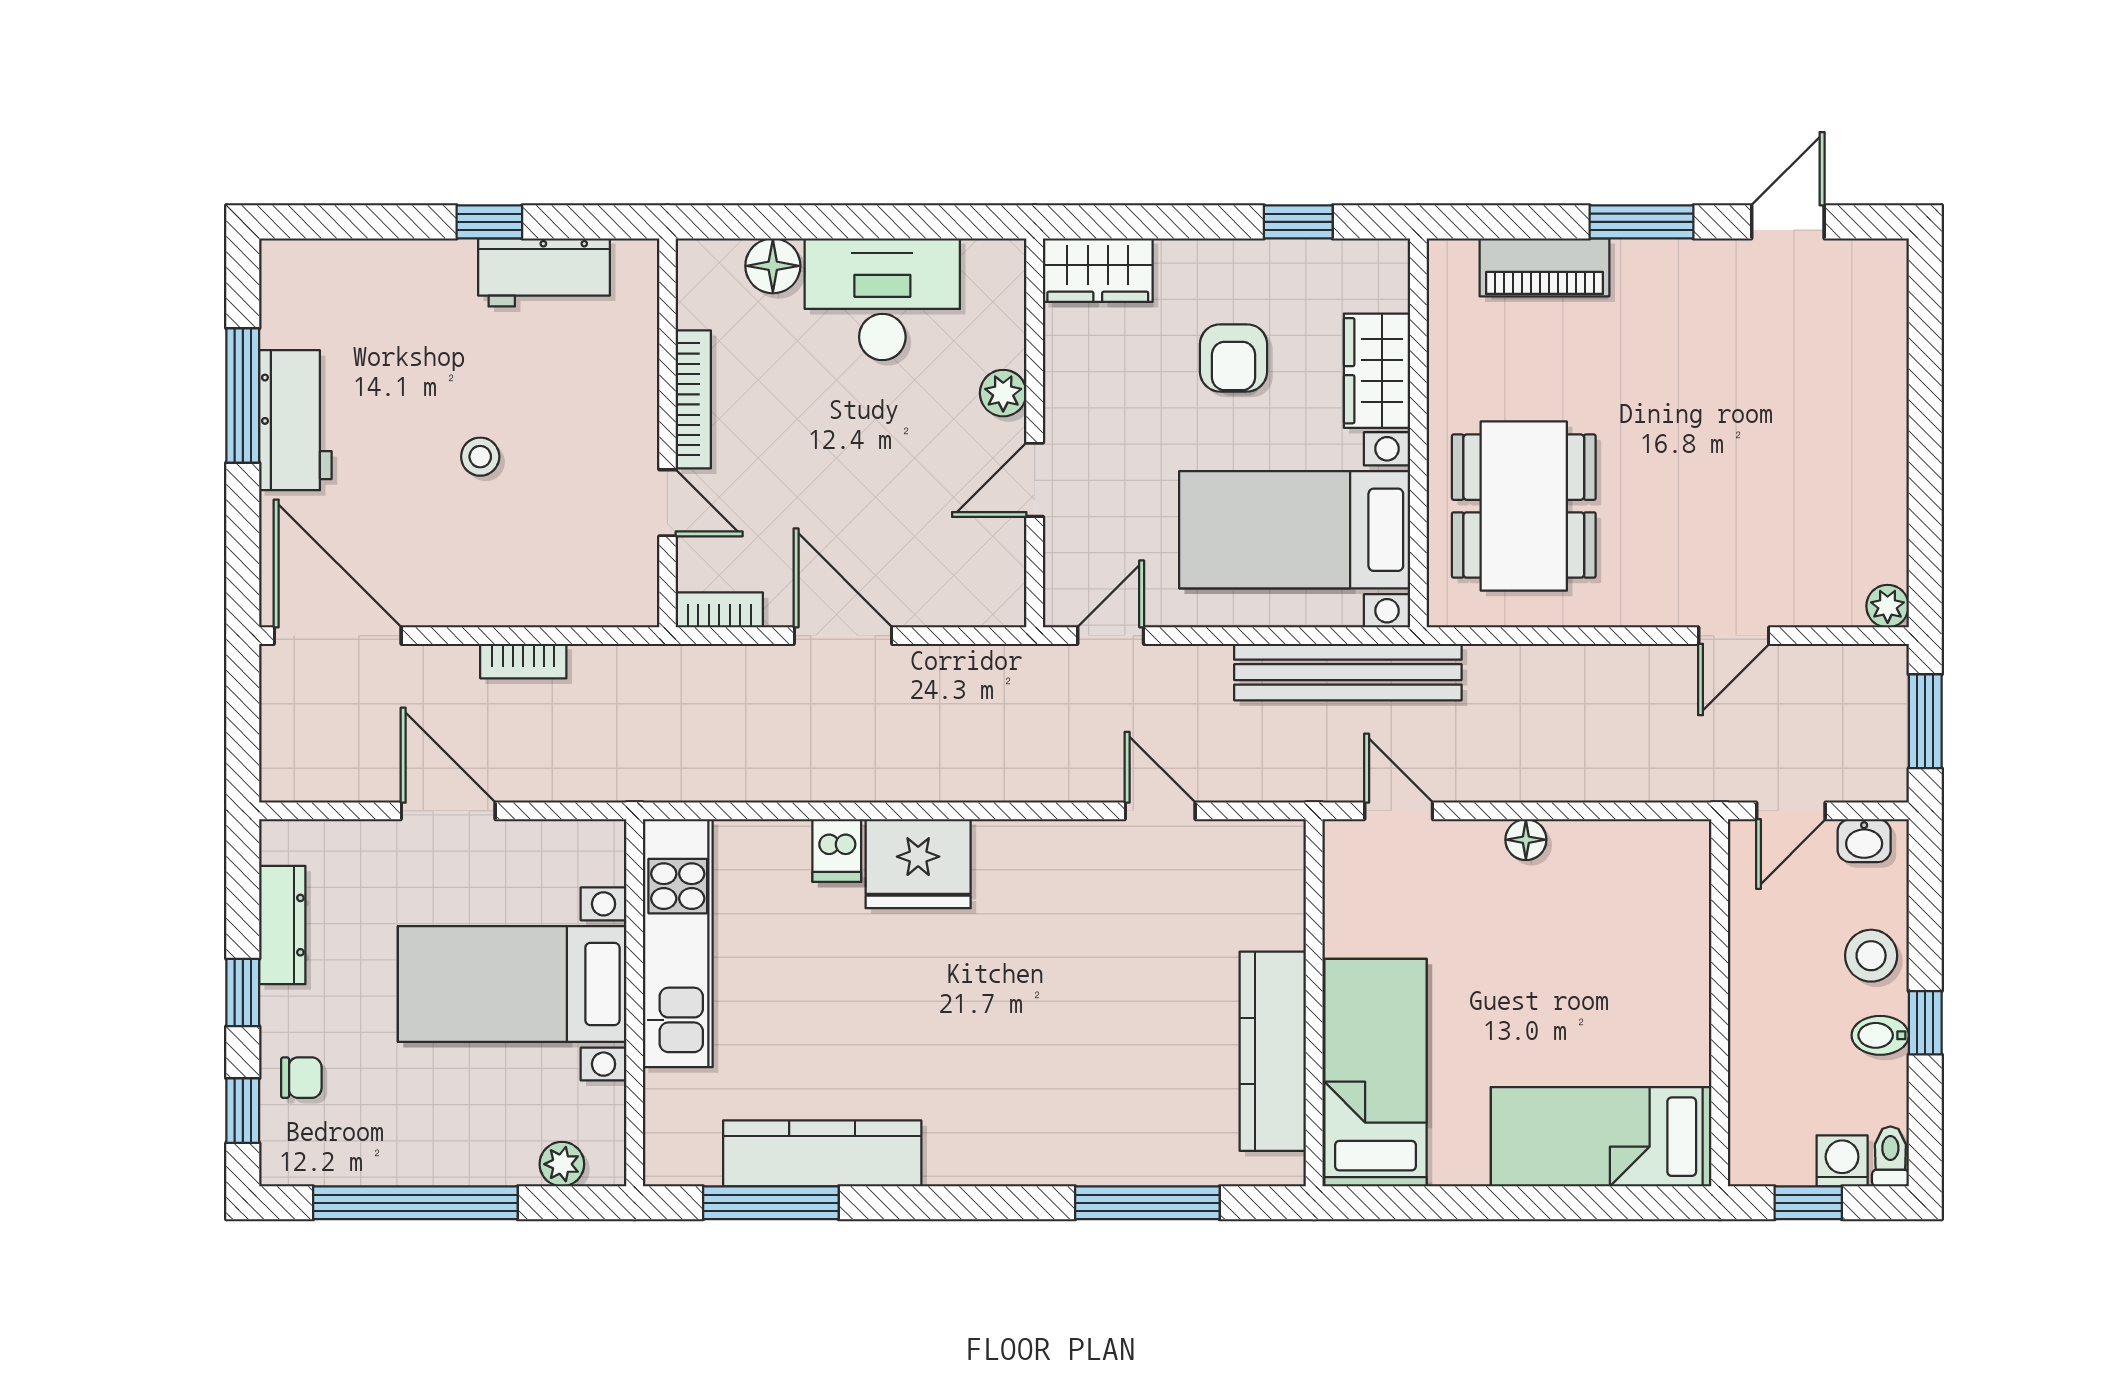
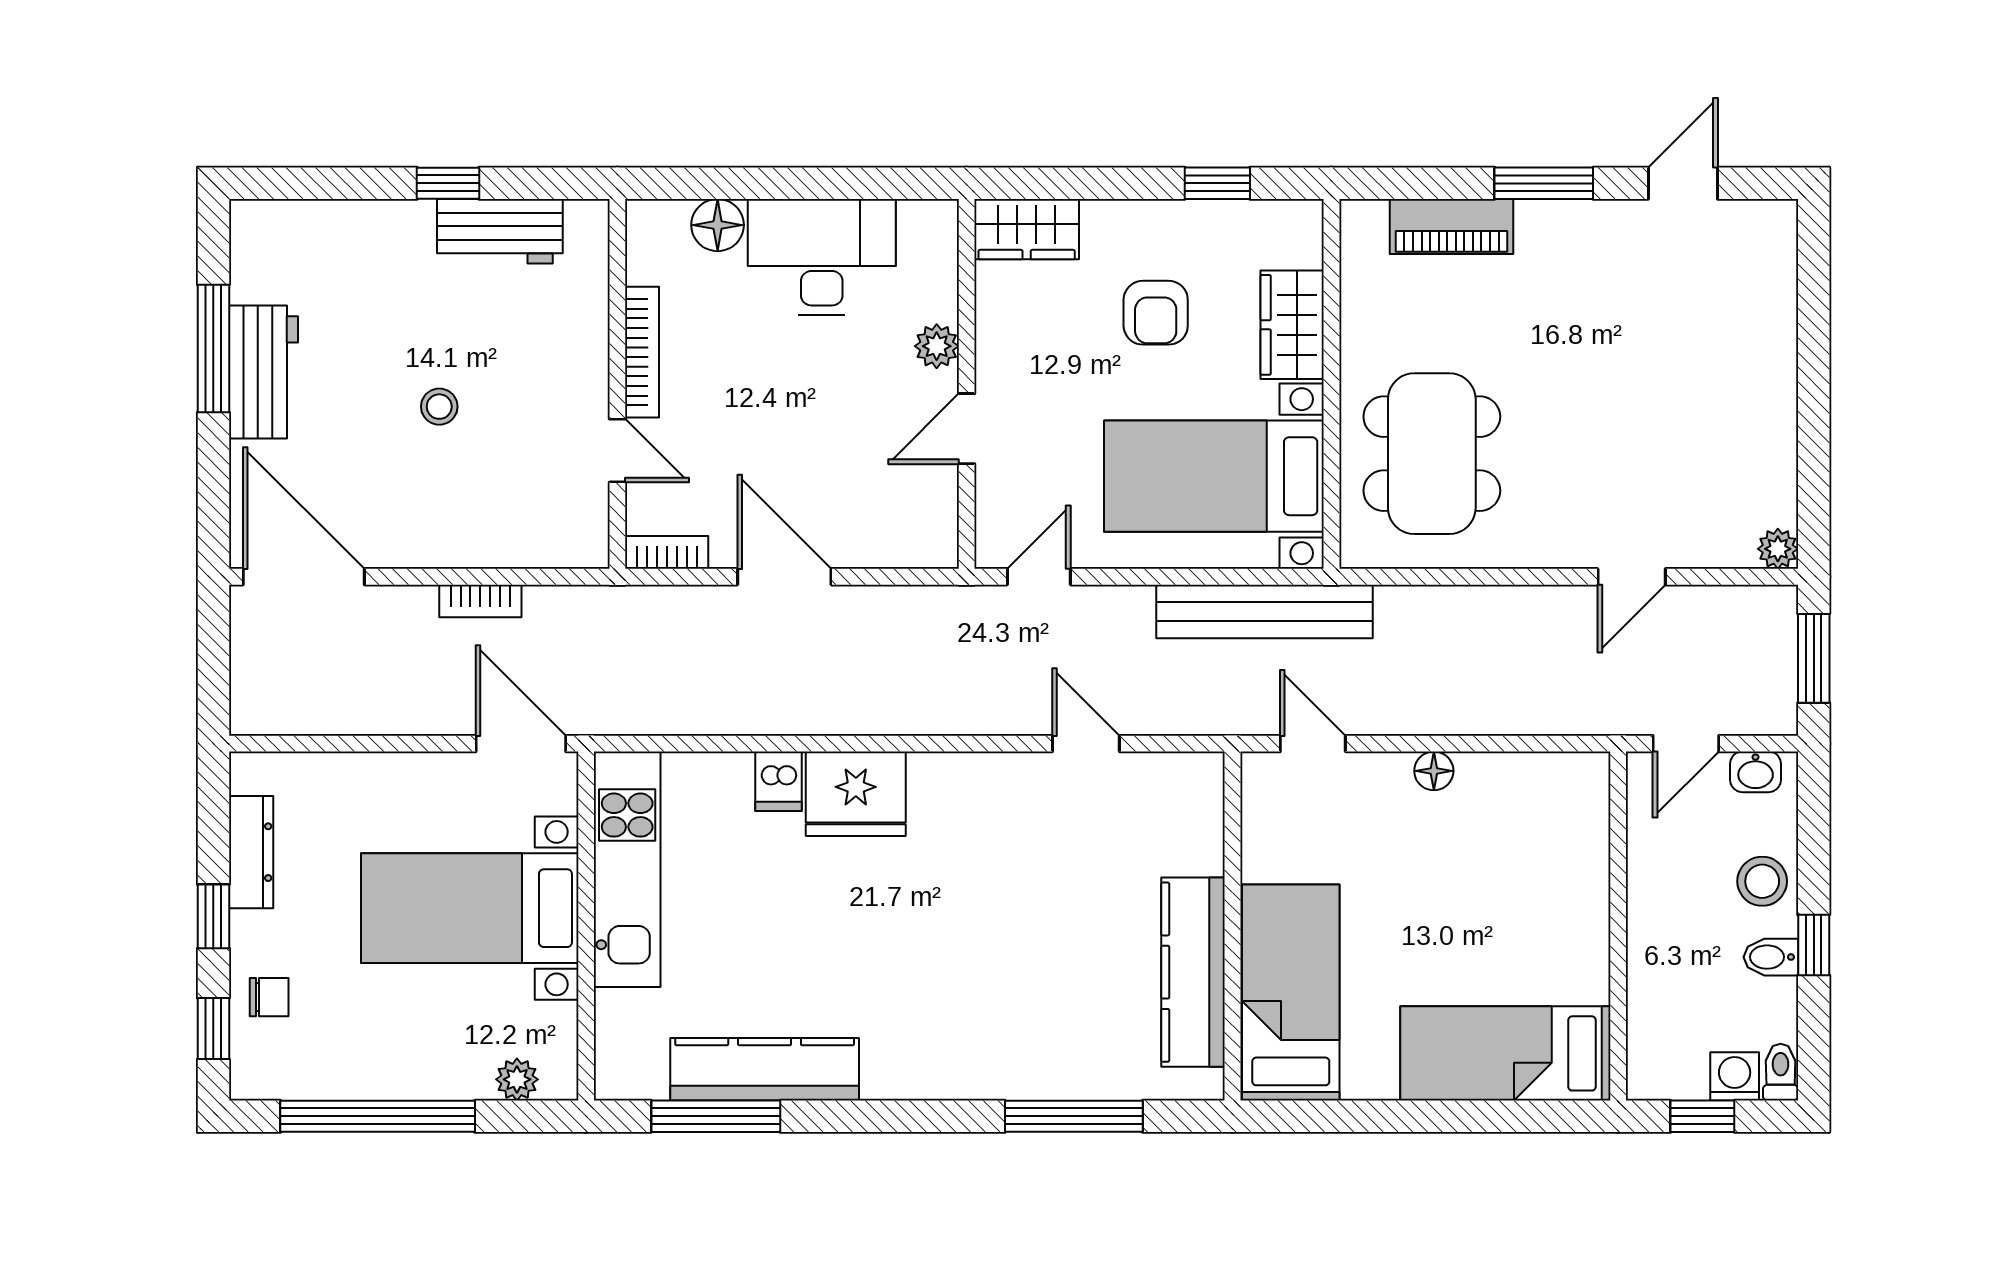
door: (448, 811) -> (521, 744), moved

